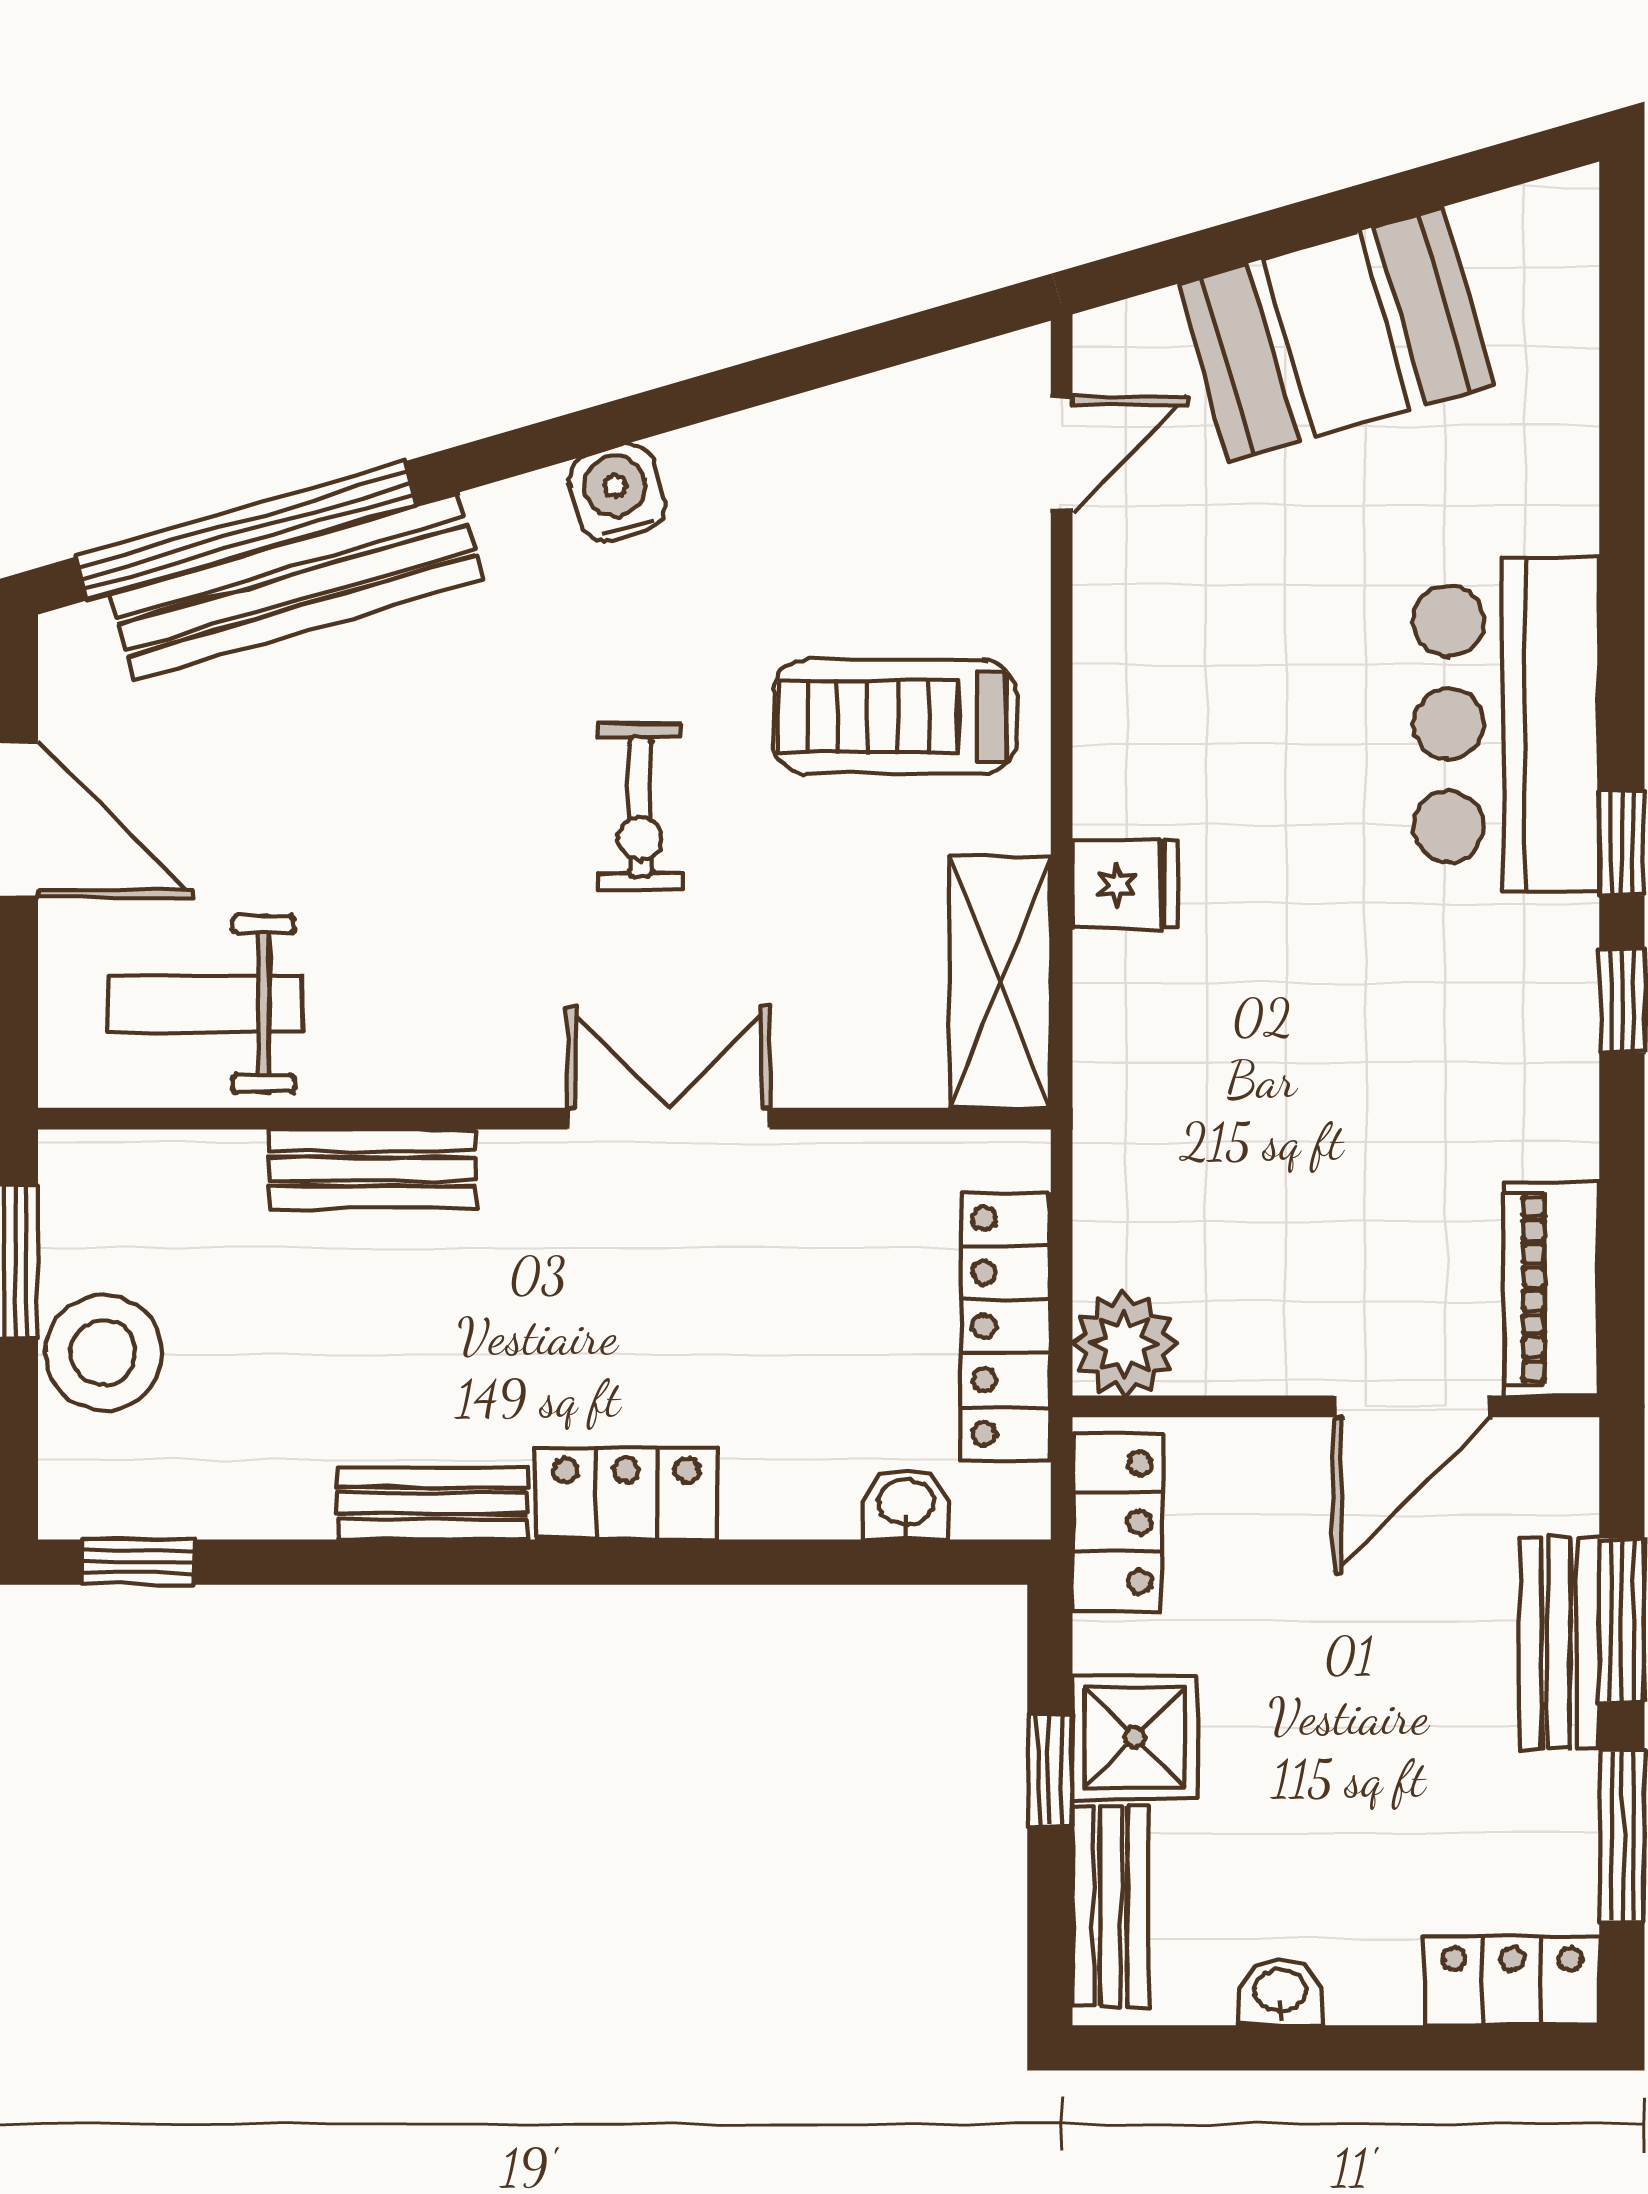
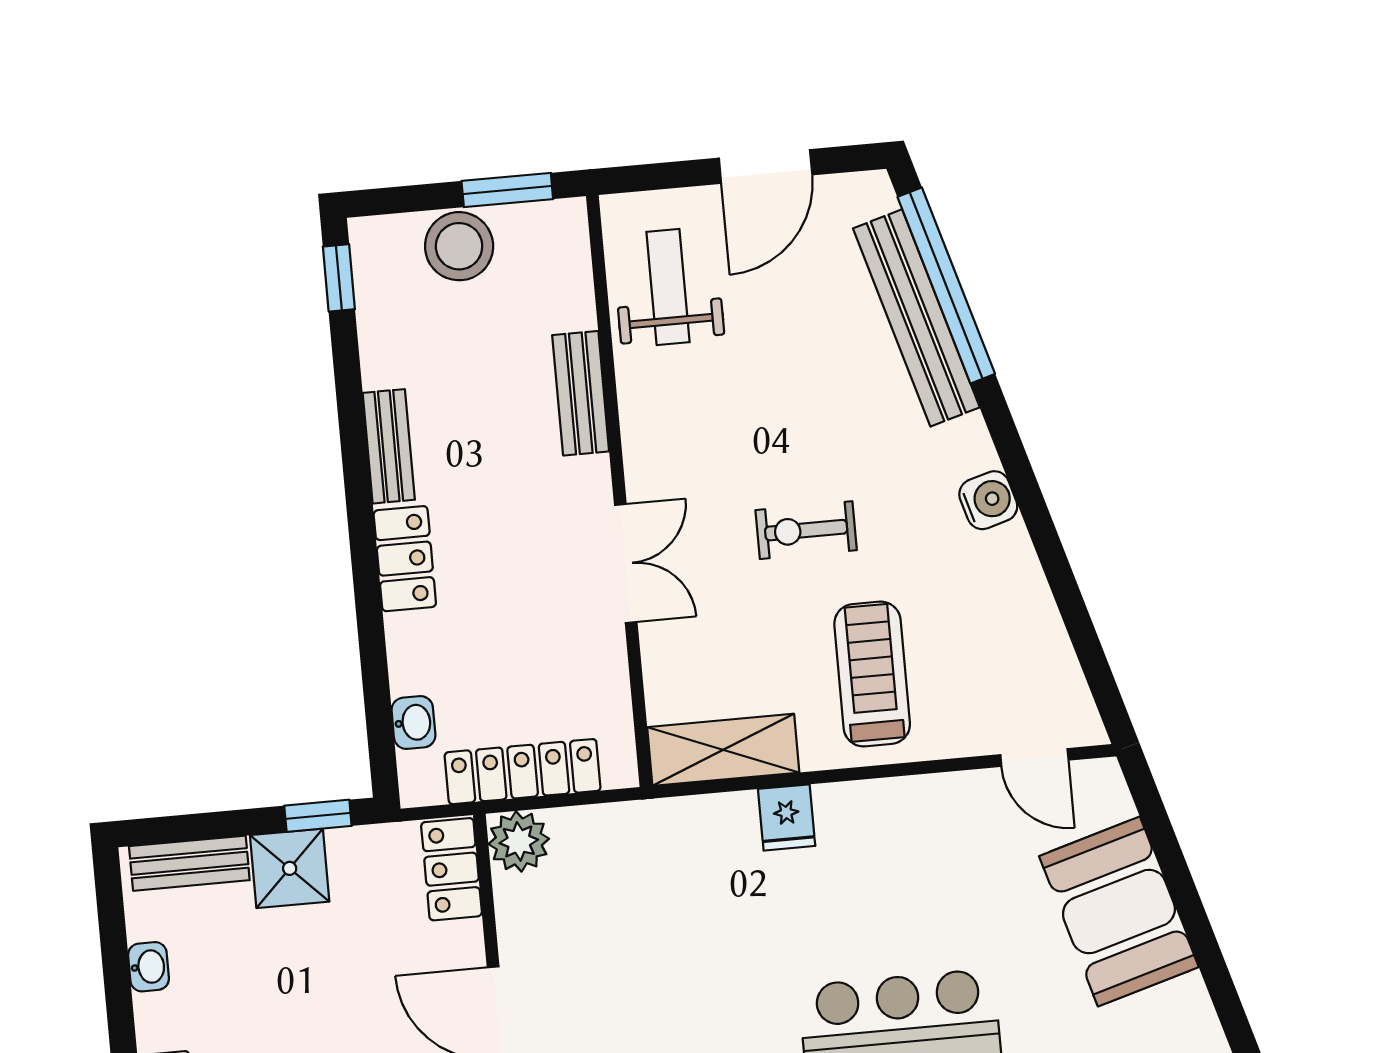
locker: (1117, 1522) -> (451, 869), moved, turned 90
window: (1050, 1770) -> (318, 816), moved

